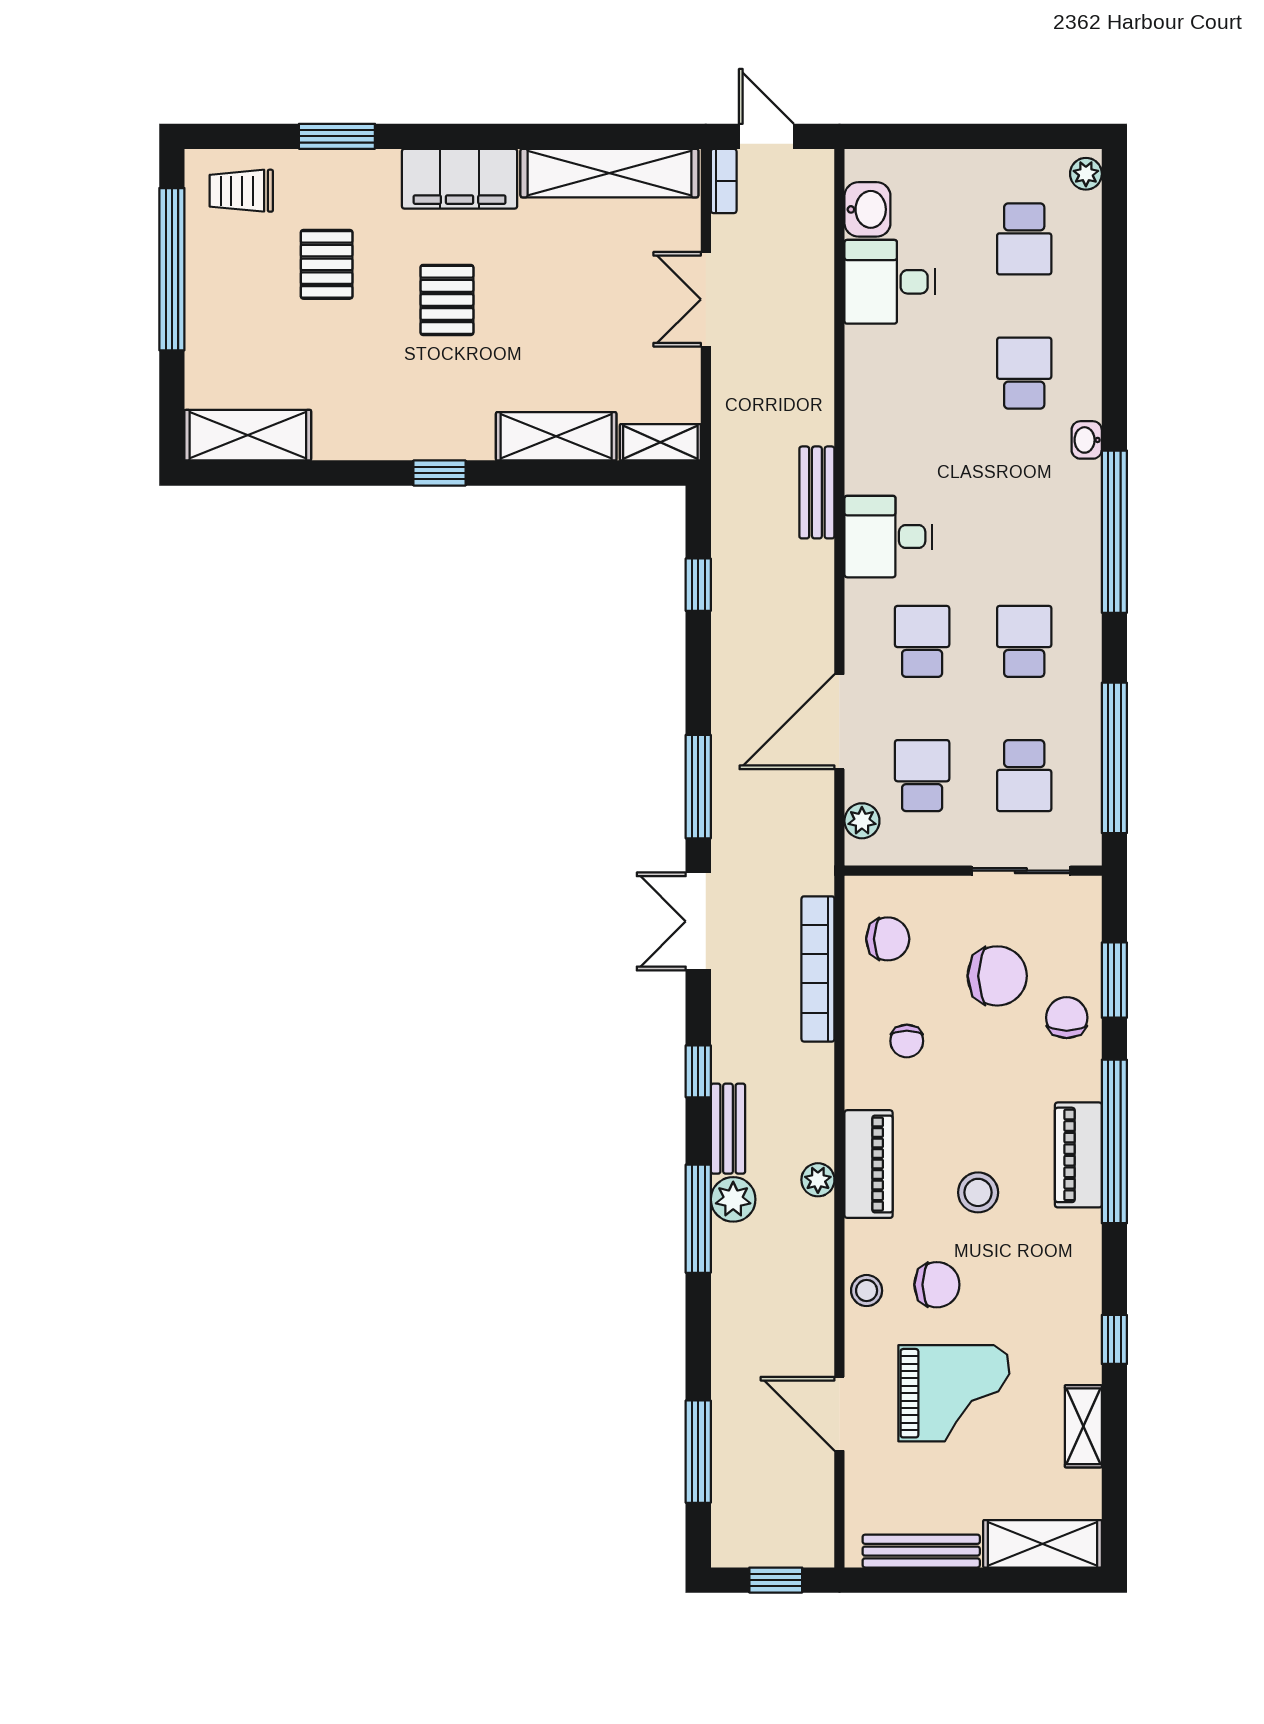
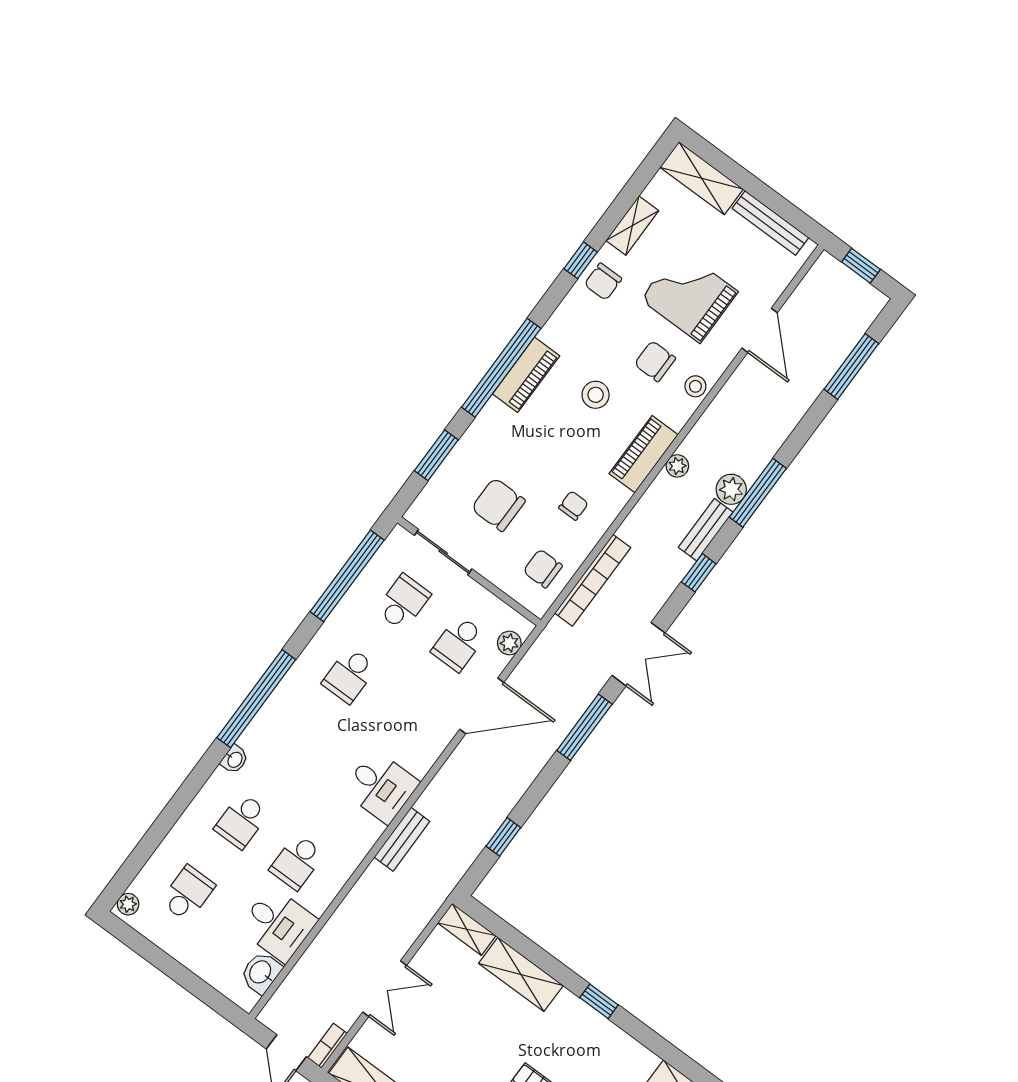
school desk: (922, 641) -> (297, 862), moved
chair: (1067, 1018) -> (603, 282), moved

